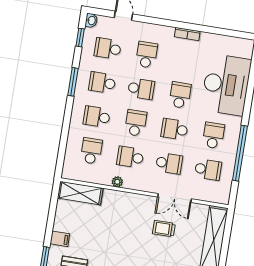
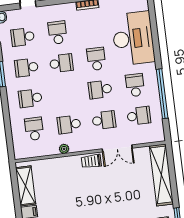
school desk: (136, 123) -> (65, 94), removed
shelving: (80, 193) -> (26, 186), moved, turned 90
trolley: (164, 229) -> (91, 161), moved

